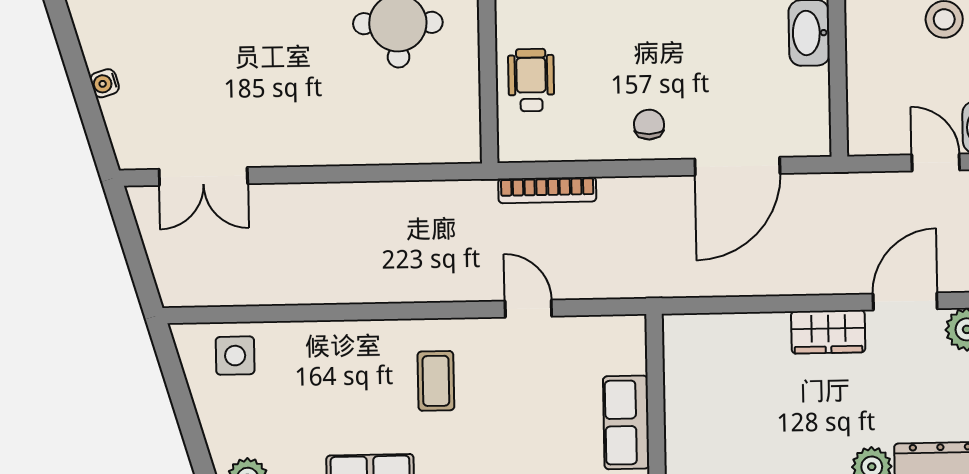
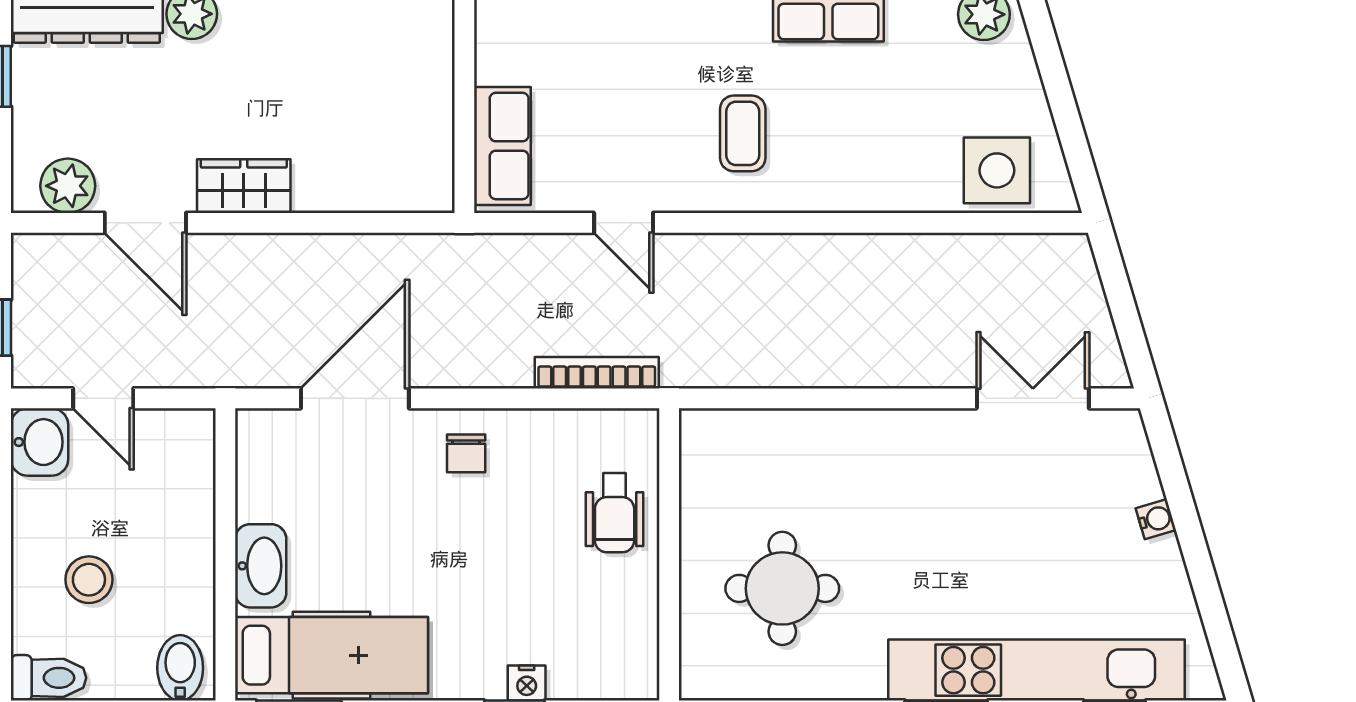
door: (905, 301) -> (145, 223), hinge flipped
side table: (235, 356) -> (997, 170), width x1.37, depth x1.37
row of seats: (626, 422) -> (502, 146), moved

